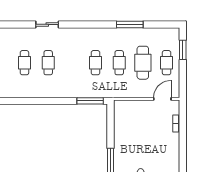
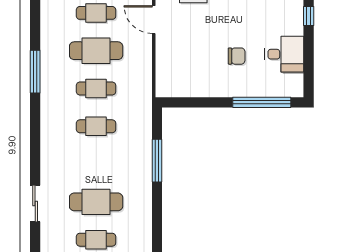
cafe table: (48, 63) -> (96, 202), width x1.37, depth x1.35
window: (90, 101) -> (157, 161), moved
chair: (140, 151) -> (237, 56), added

